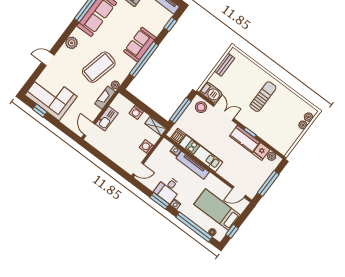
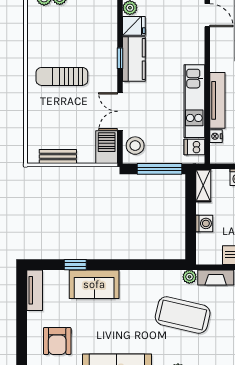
window: (170, 24) -> (75, 265), moved
sofa: (140, 45) -> (94, 284), moved
window: (144, 59) -> (129, 265), removed

